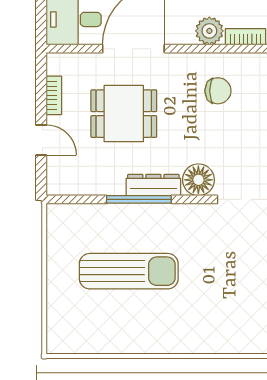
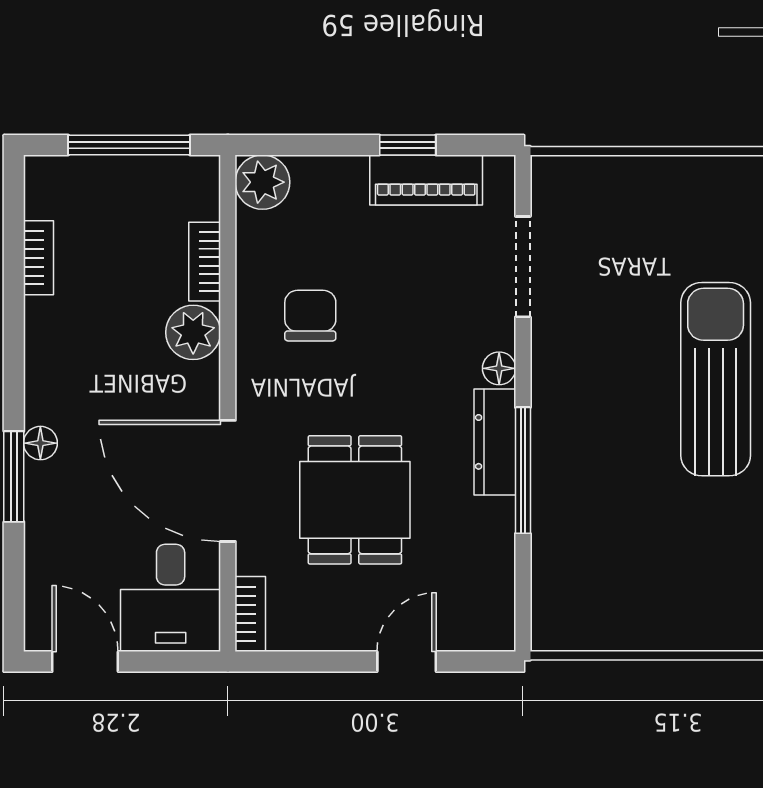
bookcase: (54, 95) -> (250, 614), moved, turned 90
floor lamp: (198, 180) -> (499, 368), width x0.53, depth x0.53
sun lounger: (129, 271) -> (716, 379), moved

